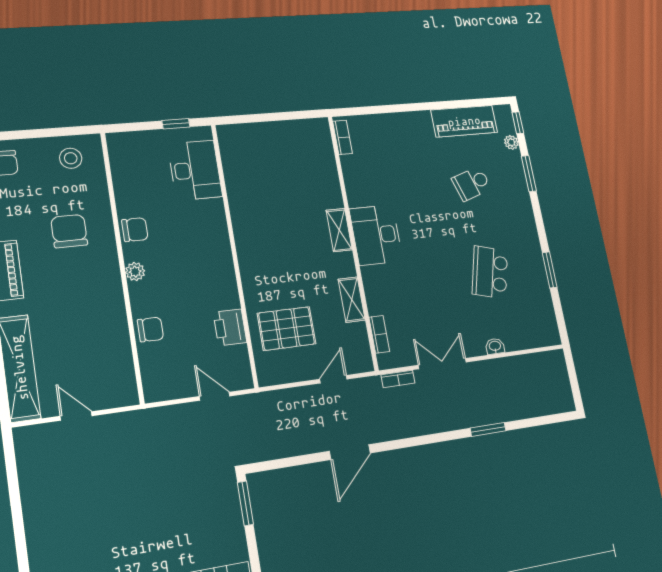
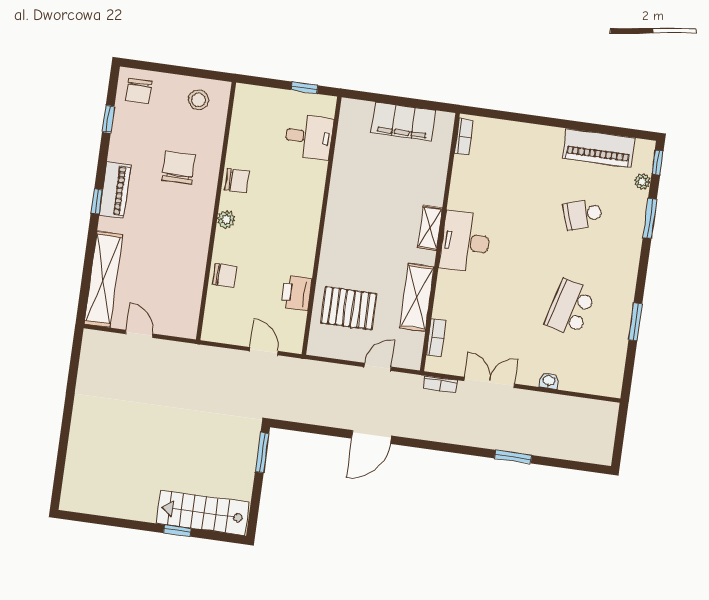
filing cabinet: (282, 135) -> (403, 122), added
desk: (195, 170) -> (309, 137), width x0.73
shelving: (352, 300) -> (417, 297), width x1.50, depth x1.33

